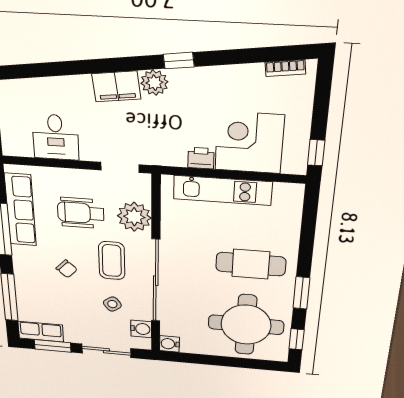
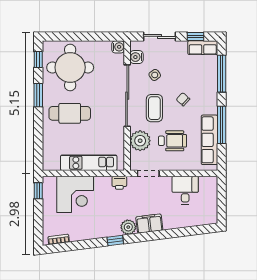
printer: (201, 158) -> (119, 183), moved
window: (53, 346) -> (195, 36), width x0.67

